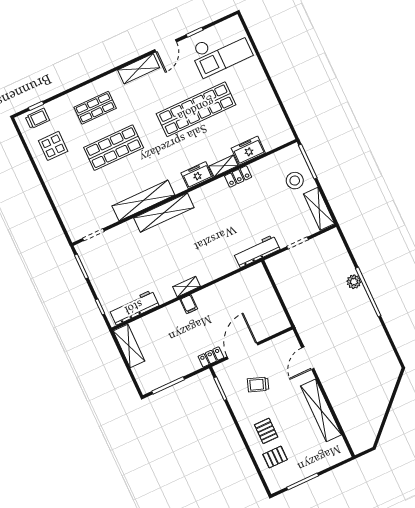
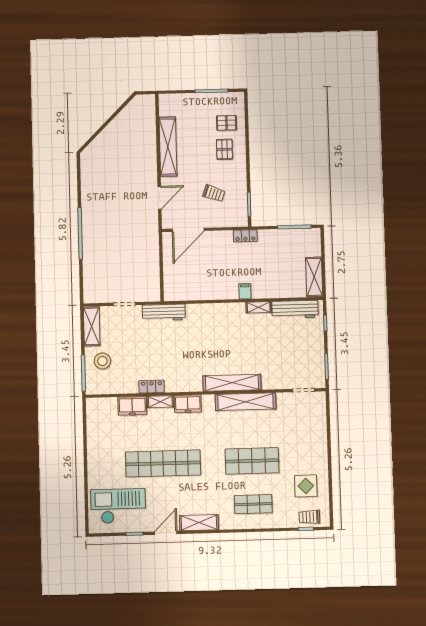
plant: (354, 282) -> (89, 248), removed
shelving: (186, 287) -> (259, 307), moved
door: (242, 351) -> (188, 230), moved

